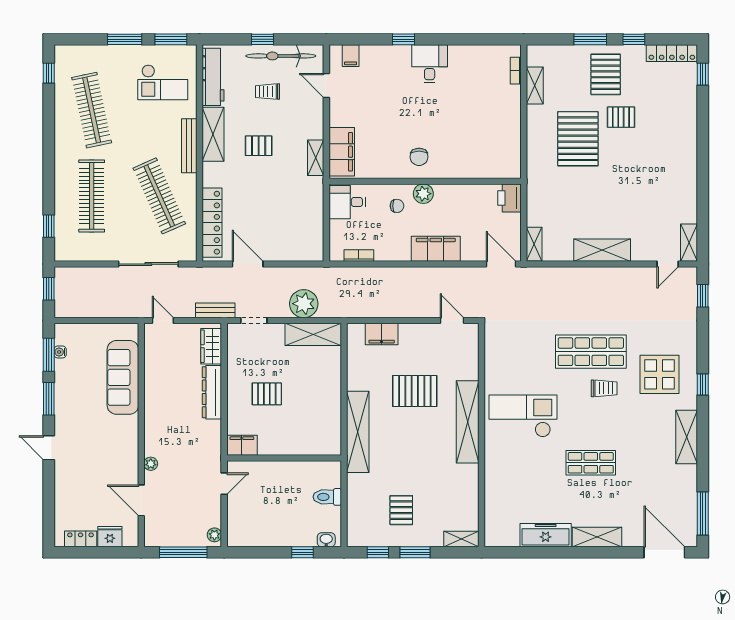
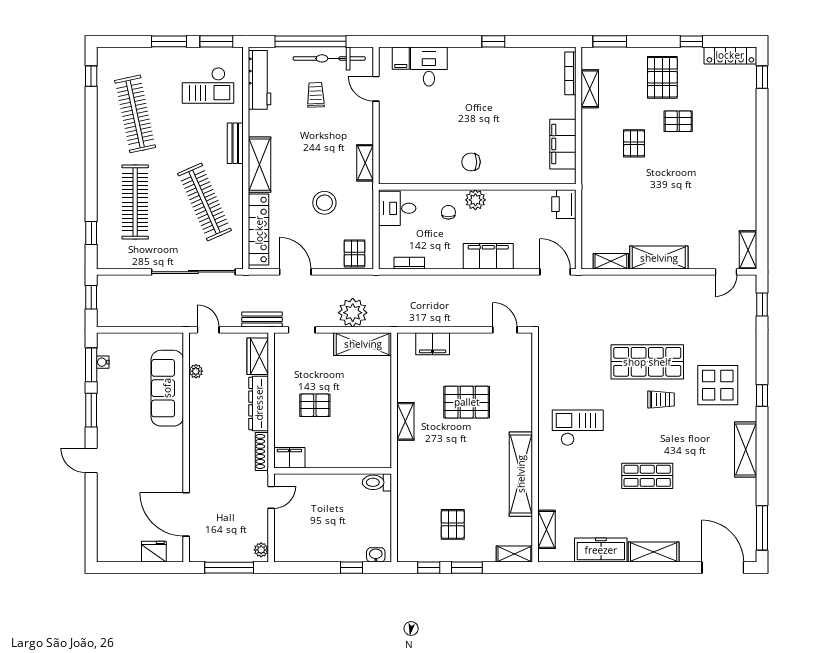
window: (263, 39) -> (311, 41), width x3.17
window: (404, 39) -> (493, 41), moved
window: (590, 39) -> (610, 41), moved
desk: (430, 64) -> (429, 66), moved
bookcase: (516, 71) -> (570, 73), width x1.56
trolley: (268, 92) -> (316, 95), turned 88
shelving: (213, 134) -> (260, 165), moved
pallet: (578, 139) -> (634, 143), width x0.49, depth x0.50
bench: (189, 146) -> (235, 143), width x0.73
pallet: (259, 146) -> (354, 253), moved, turned 90
filing cabinet: (342, 152) -> (563, 144), moved, turned 180
chair: (419, 157) -> (471, 162), turned 90
stool: (276, 197) -> (324, 203), added
chair: (397, 206) -> (448, 212), turned -90
shelving: (534, 244) -> (611, 261), moved, turned 90
sliding door: (148, 264) -> (193, 272), width x1.36
checkout: (523, 416) -> (578, 428), width x0.73, depth x0.83
shelving: (468, 422) -> (521, 474), moved
shelving: (358, 432) -> (405, 421), width x0.45, depth x0.75
shoe rack: (215, 439) -> (262, 451), added
plant: (151, 464) -> (196, 371), moved
toilet: (327, 497) -> (377, 482), moved
door: (141, 500) -> (186, 514), width x1.36
shelving: (493, 515) -> (546, 529), added
locker: (81, 539) -> (124, 554), removed

